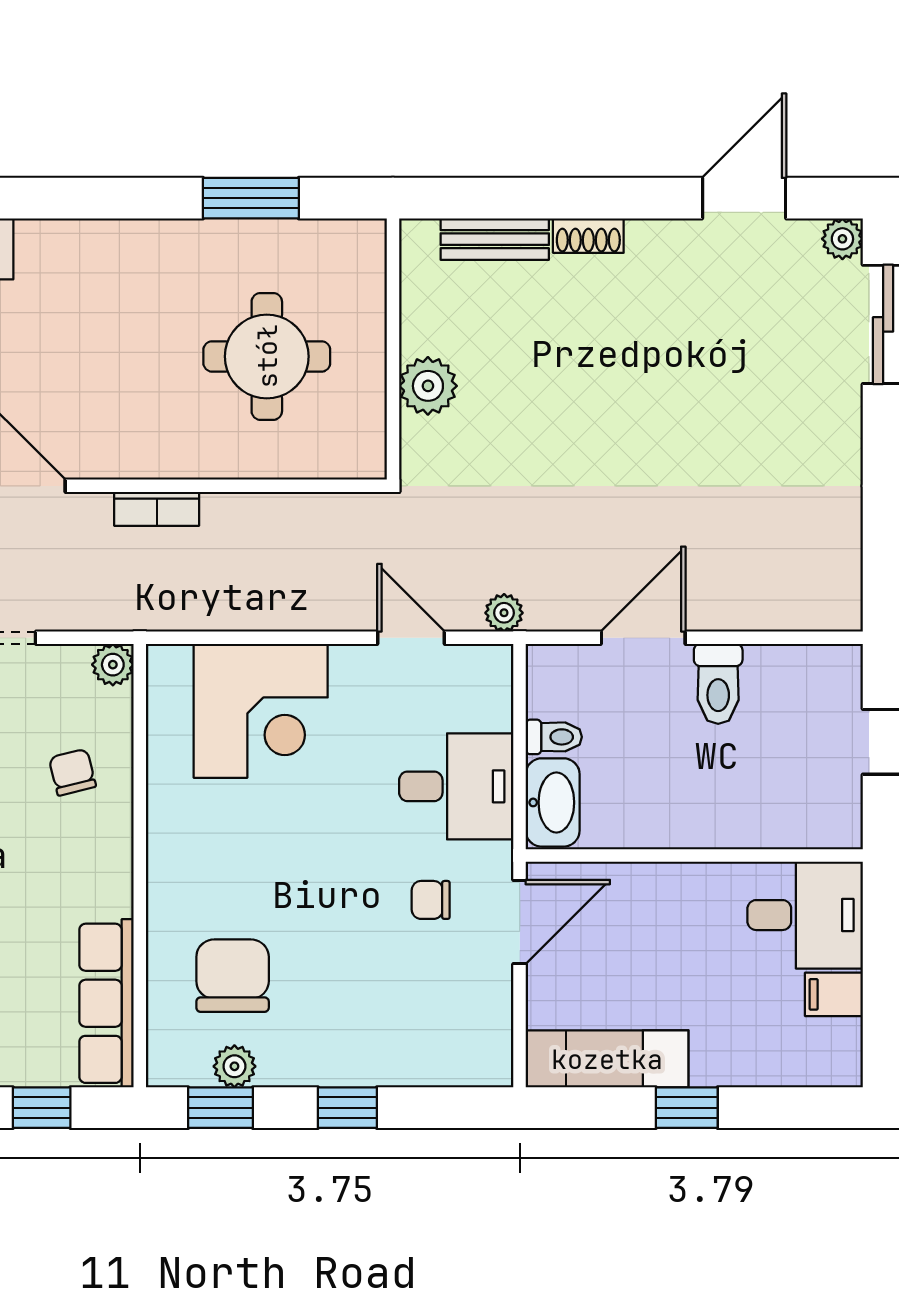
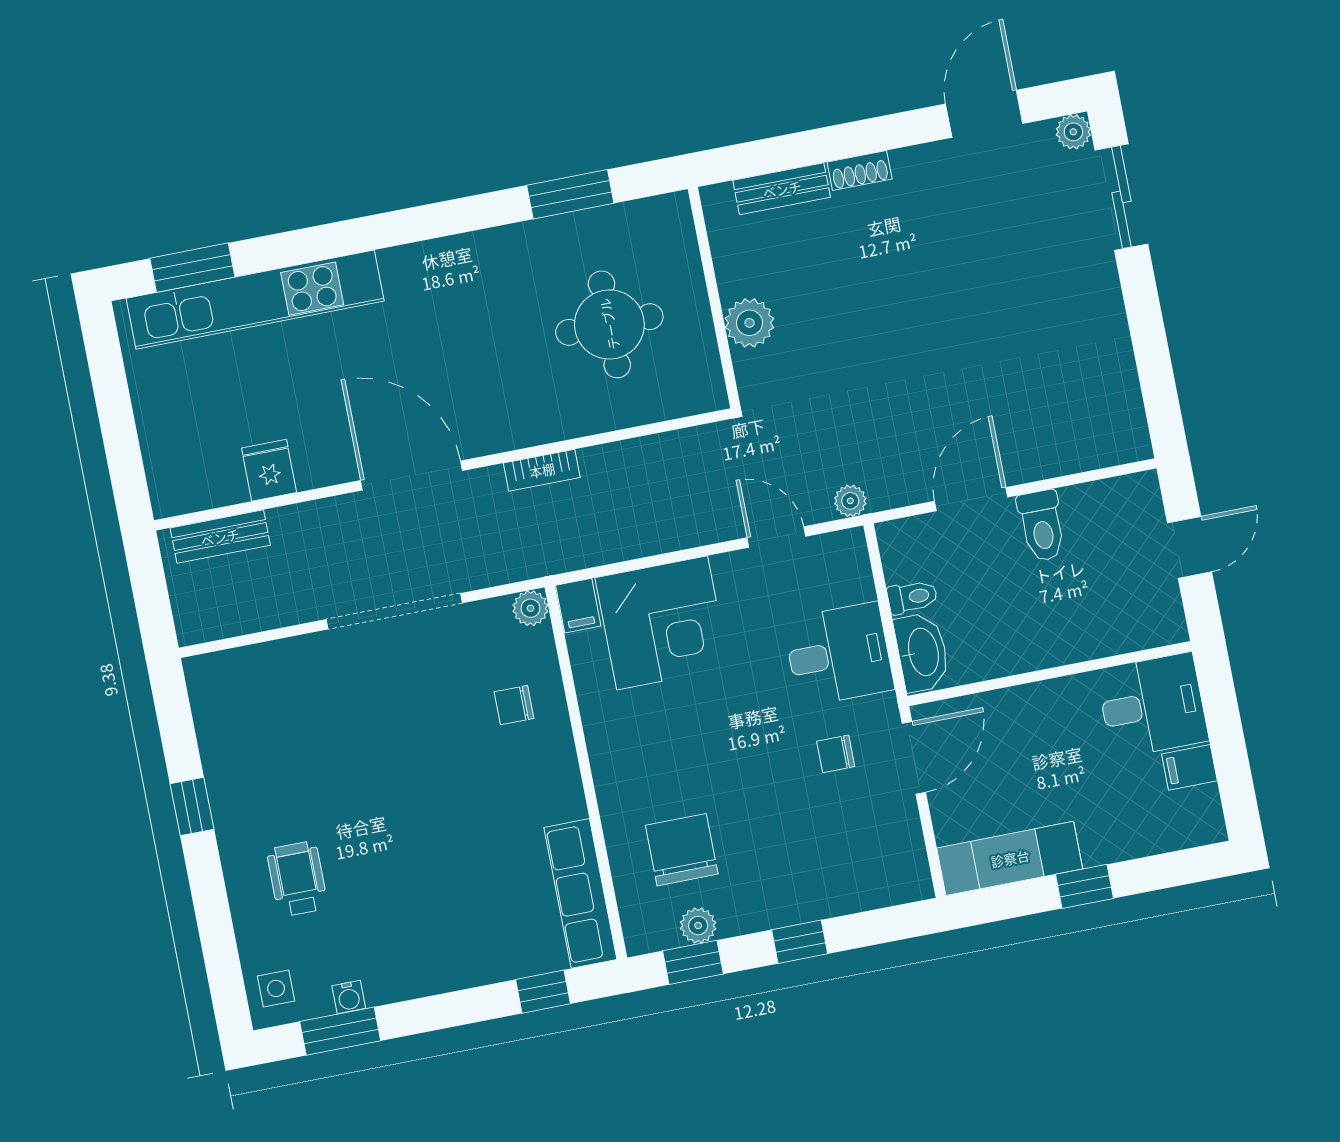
filing cabinet: (168, 672) -> (578, 606), added
chair: (72, 772) -> (514, 705), turned -76

